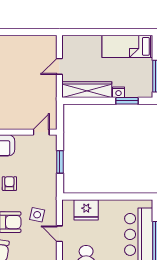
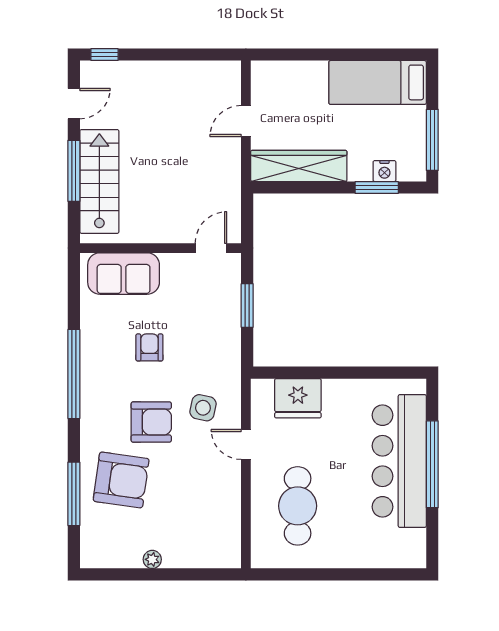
nightstand: (118, 92) -> (384, 171), moved

